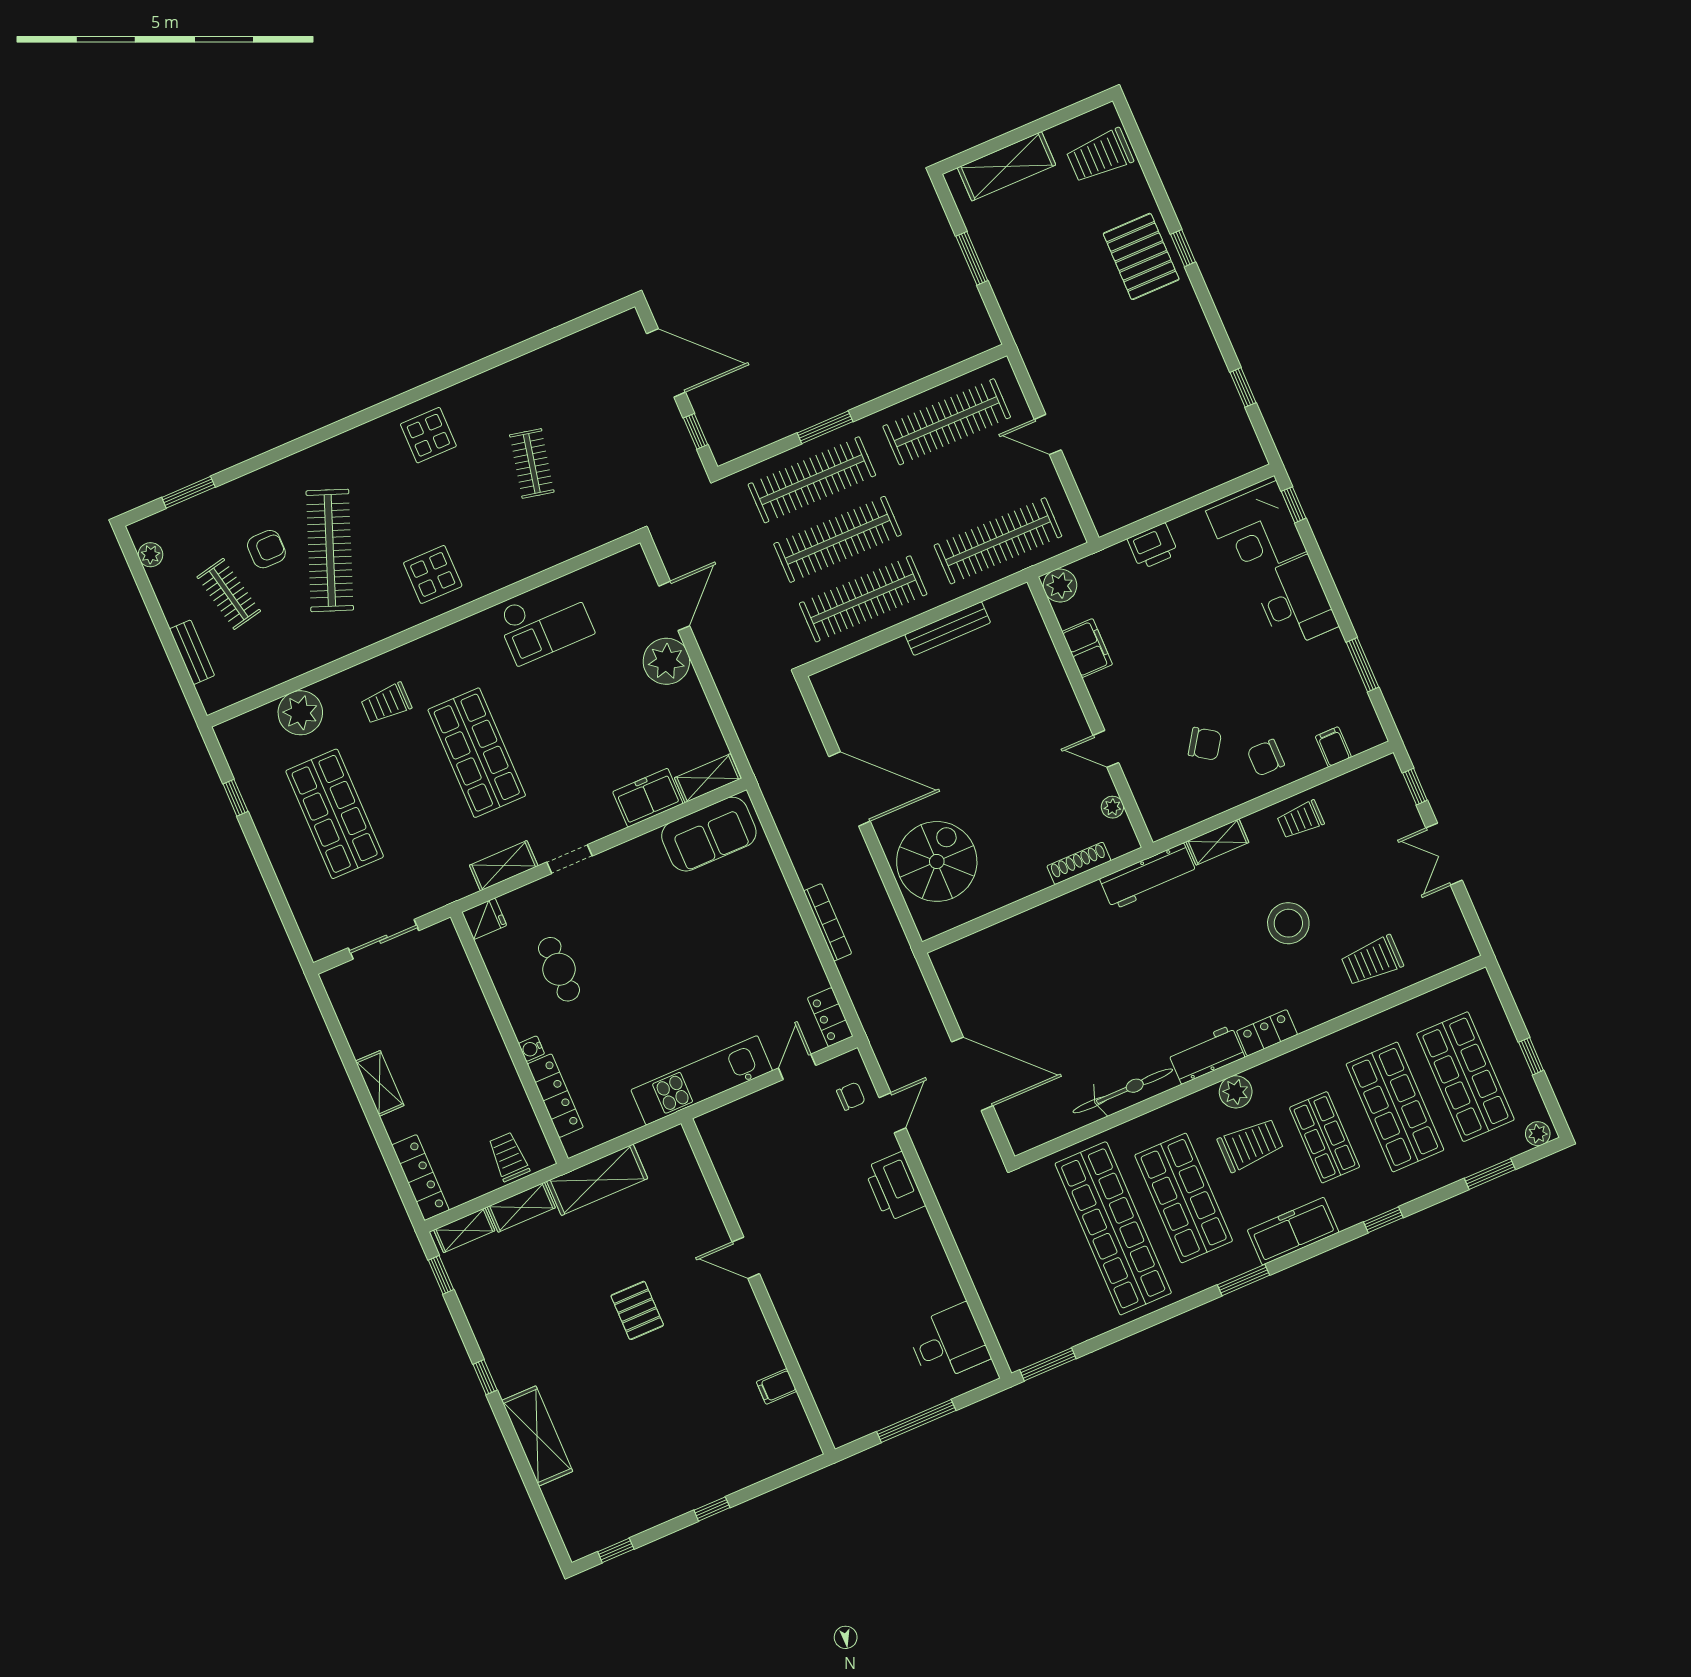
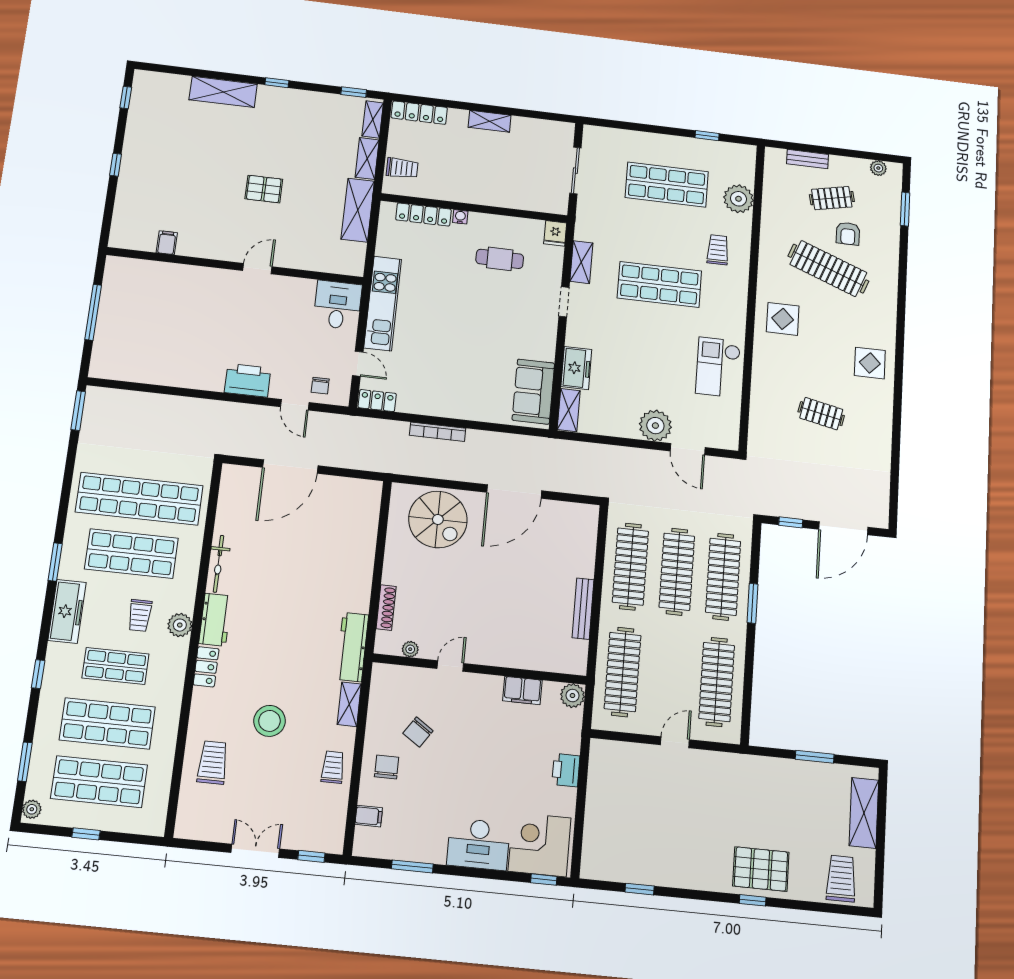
bicycle: (1123, 1091) -> (218, 564), width x0.73, depth x0.71
trolley: (1251, 1145) -> (140, 615), width x0.73, depth x0.72
desk: (948, 1343) -> (338, 305), moved, turned 180

